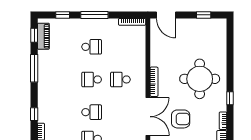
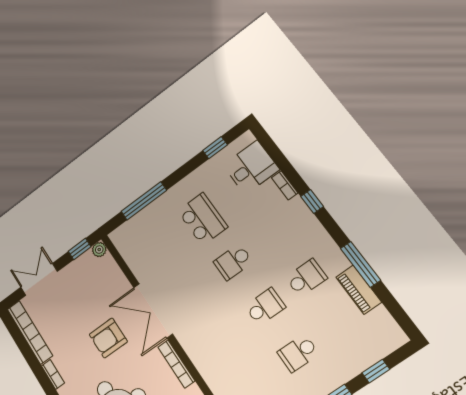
window: (34, 35) -> (397, 312), removed
piano: (43, 36) -> (359, 290), moved
school desk: (120, 79) -> (306, 278), moved

